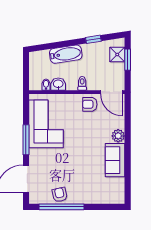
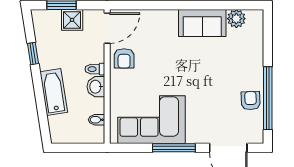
shower: (117, 54) -> (72, 20), moved
washbasin: (58, 84) -> (96, 87), moved
plant: (118, 136) -> (236, 19), moved
armchair: (60, 195) -> (251, 101), turned 100

